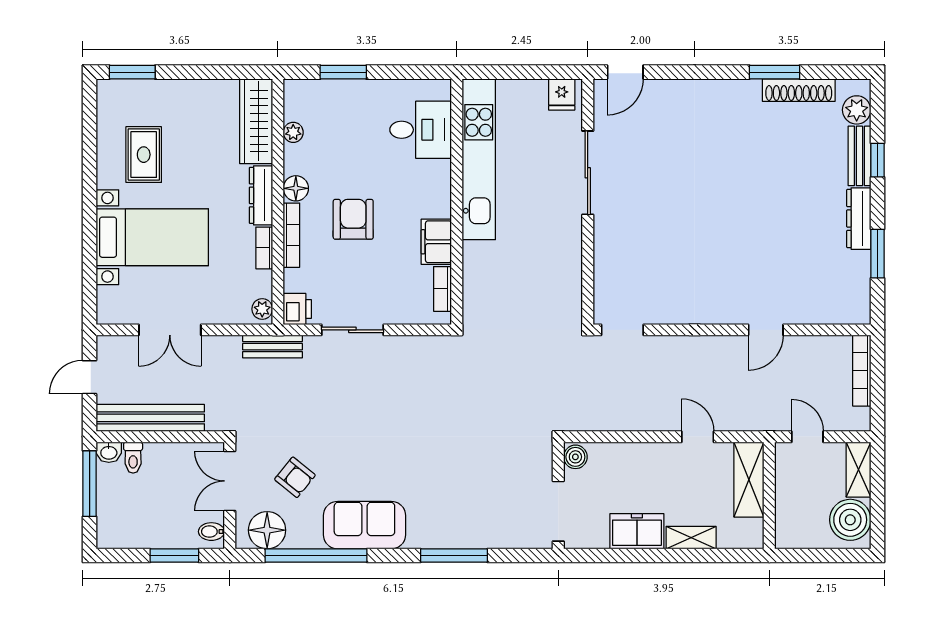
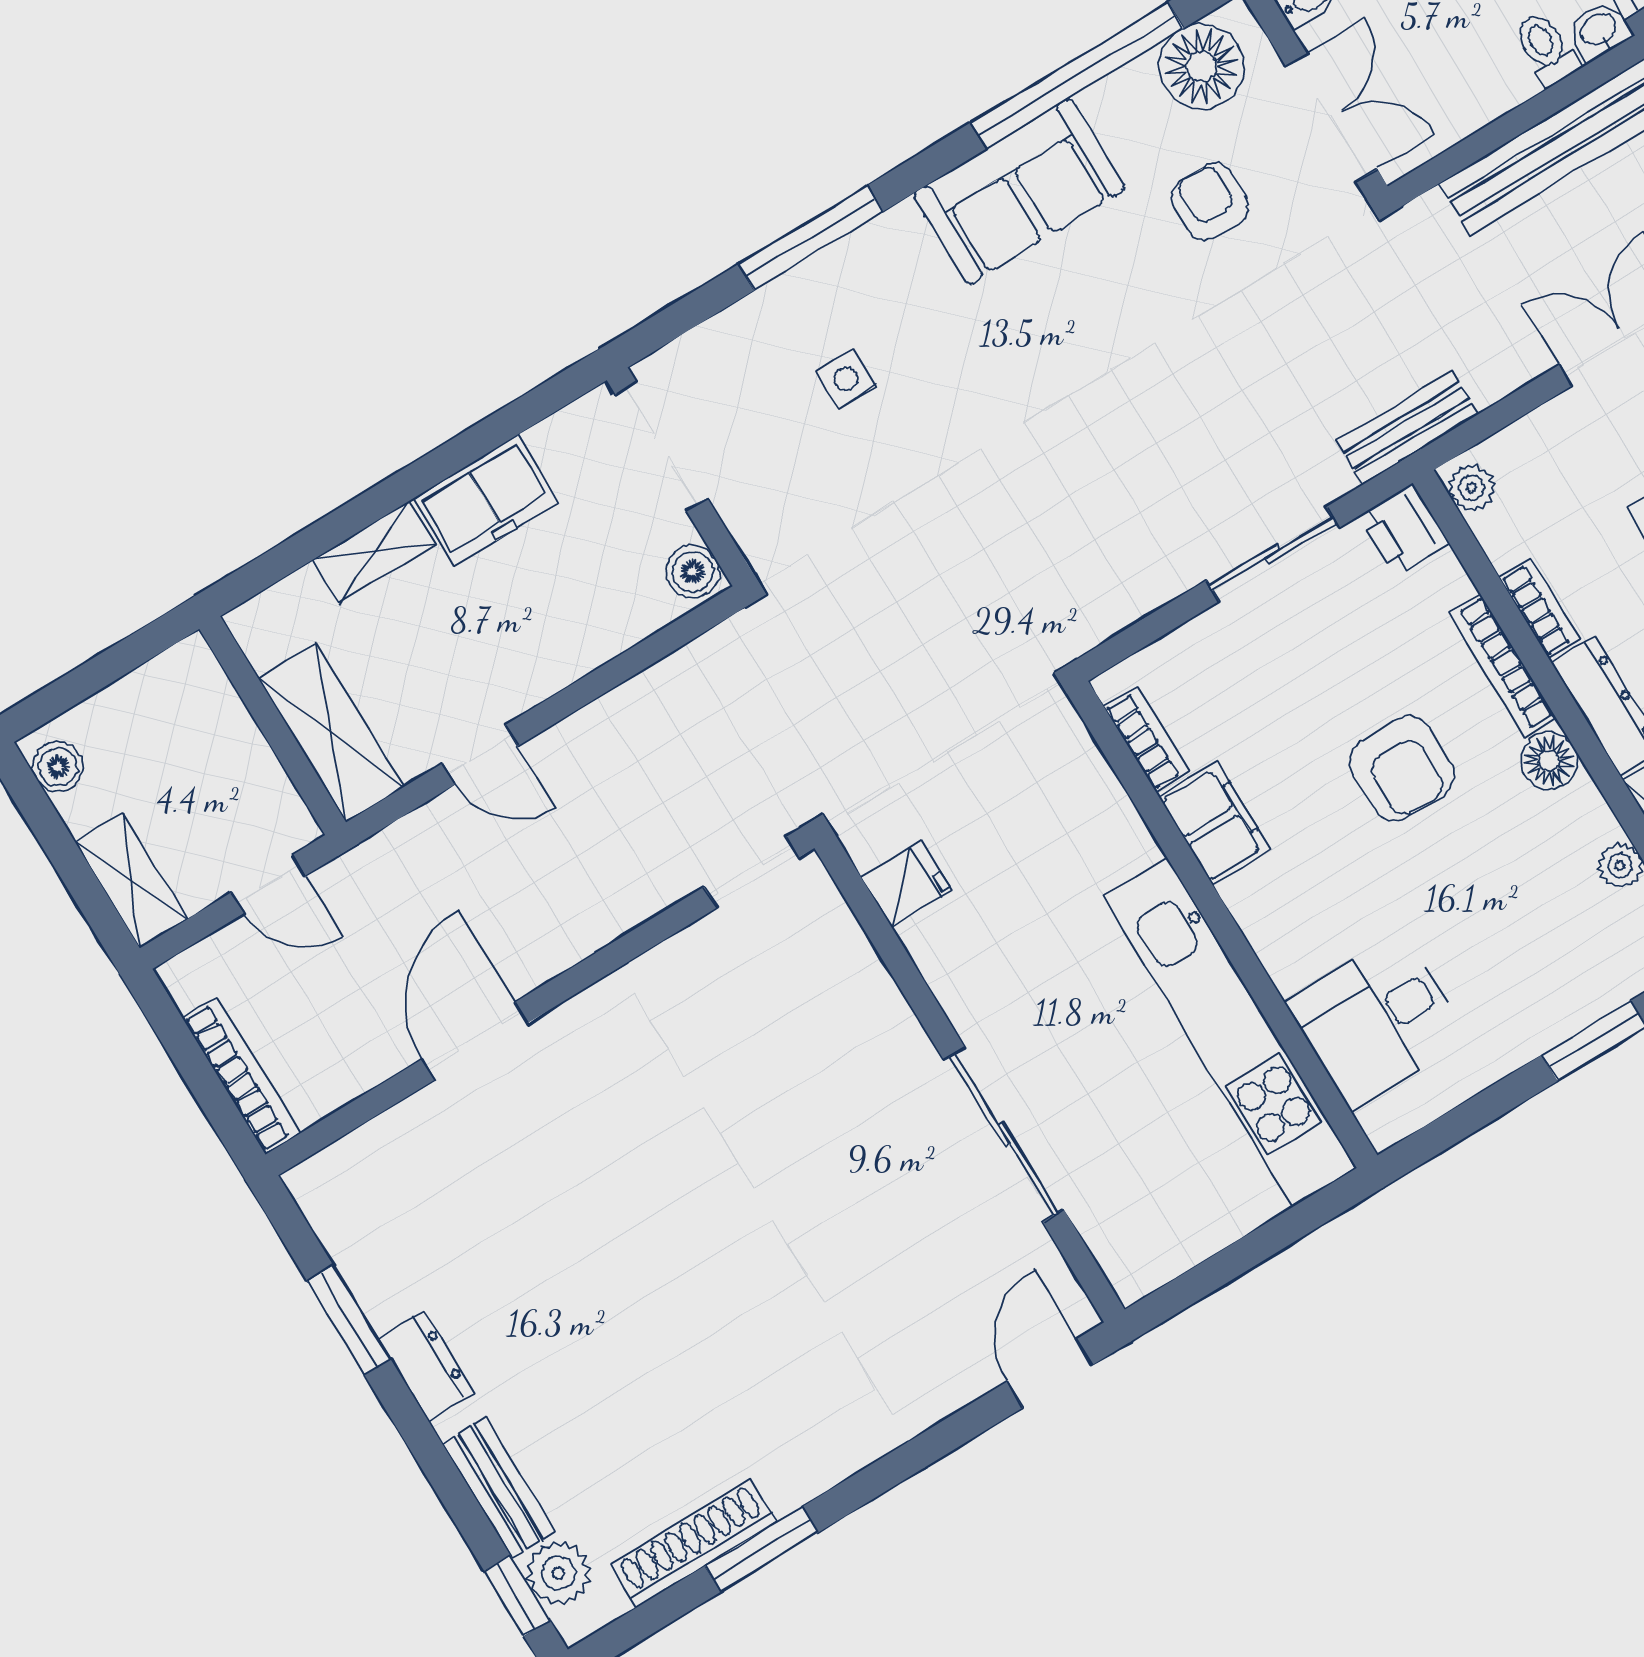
fridge: (562, 94) -> (906, 884), moved, turned 90
window: (877, 160) -> (517, 1596), moved
dresser: (859, 219) -> (426, 1366), width x0.70
door: (766, 330) -> (475, 1041), width x1.38
armchair: (295, 477) -> (1210, 202), turned 51
side table: (473, 494) -> (846, 379), added
boiler: (850, 520) -> (58, 767), width x0.54, depth x0.54

